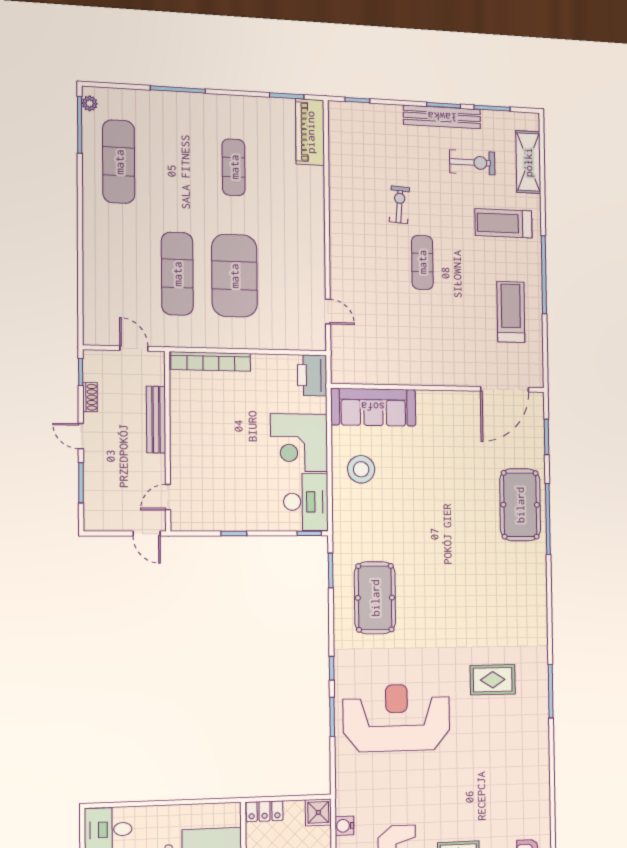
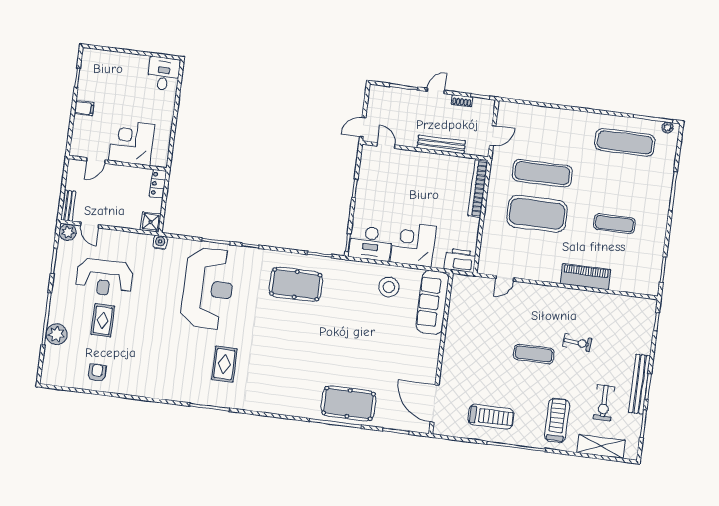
piano: (310, 132) -> (585, 277), moved
water cooler: (344, 826) -> (160, 242), moved

